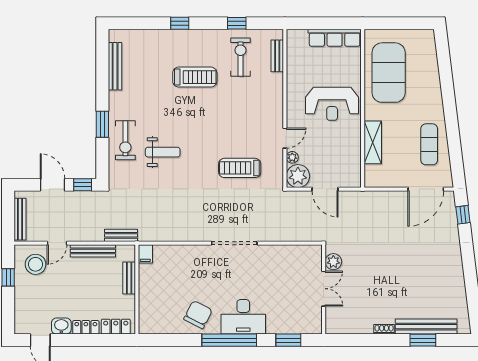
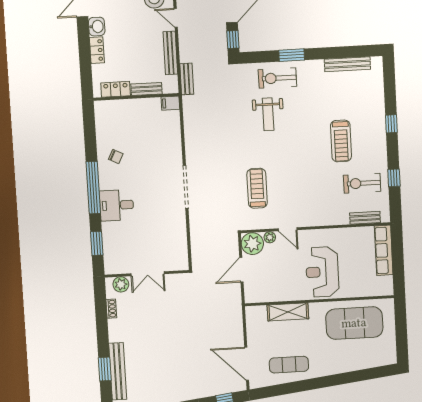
row of seats: (335, 38) -> (384, 250), moved
exercise bike: (241, 57) -> (362, 183), turned 180
plant: (333, 262) -> (121, 284), moved
chair: (198, 315) -> (116, 157), width x0.54, depth x0.54
desk: (243, 317) -> (117, 205), width x0.73
locker: (116, 327) -> (116, 89), moved, turned -90
shoe rack: (384, 329) -> (111, 309), moved

